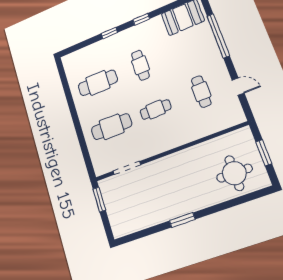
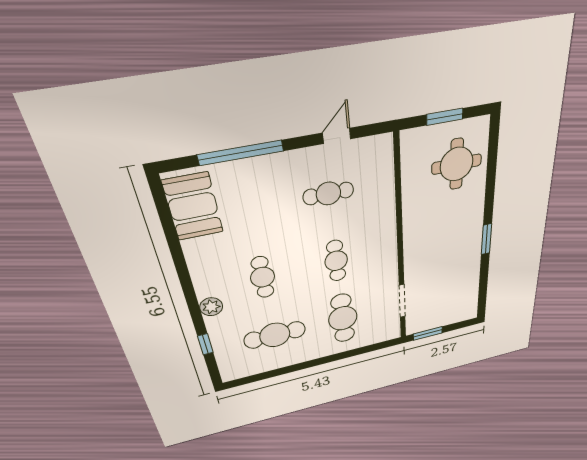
window: (141, 19) -> (183, 272), removed
window: (109, 33) -> (205, 344), moved
plant: (118, 39) -> (211, 307), added
cafe table: (140, 65) -> (263, 277), turned 90
cafe table: (98, 83) -> (275, 335), turned 90

